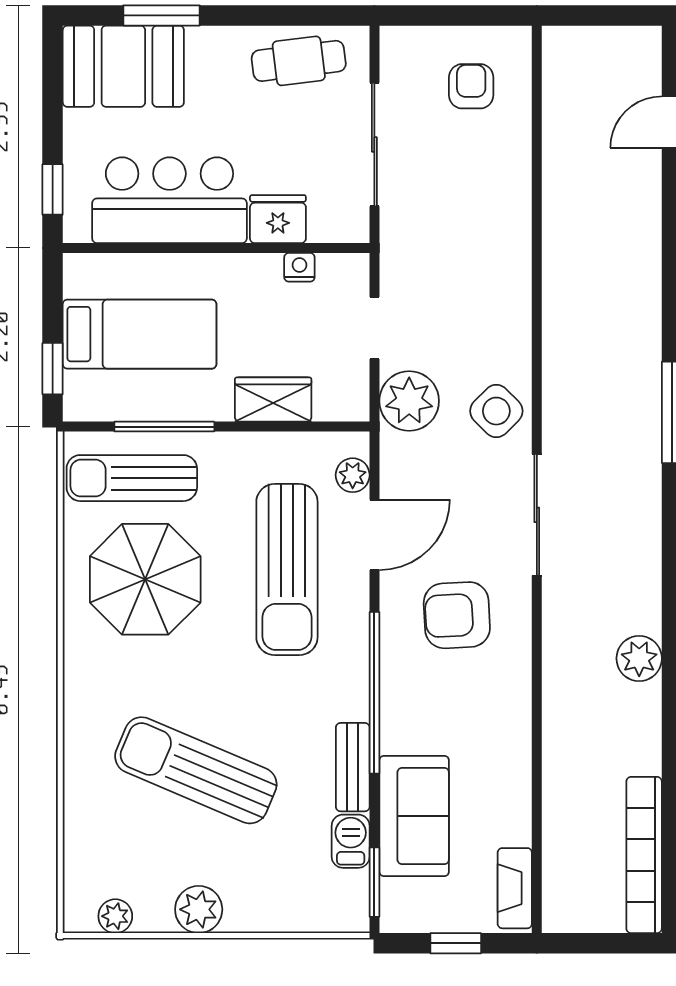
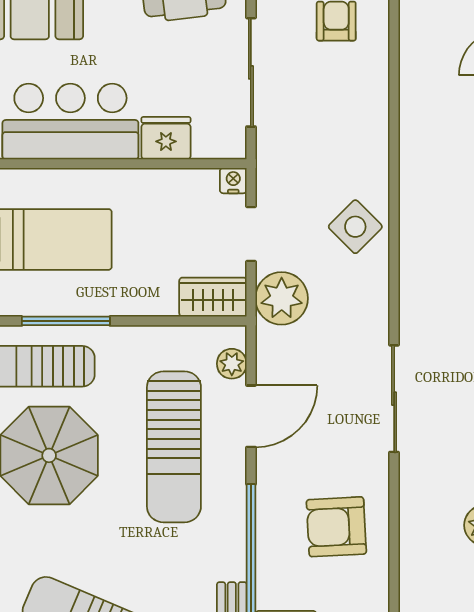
nightstand: (299, 267) -> (233, 181), moved
wardrobe: (273, 400) -> (213, 297), moved
side table: (496, 411) -> (355, 227), moved
armchair: (457, 615) -> (336, 527), moved

